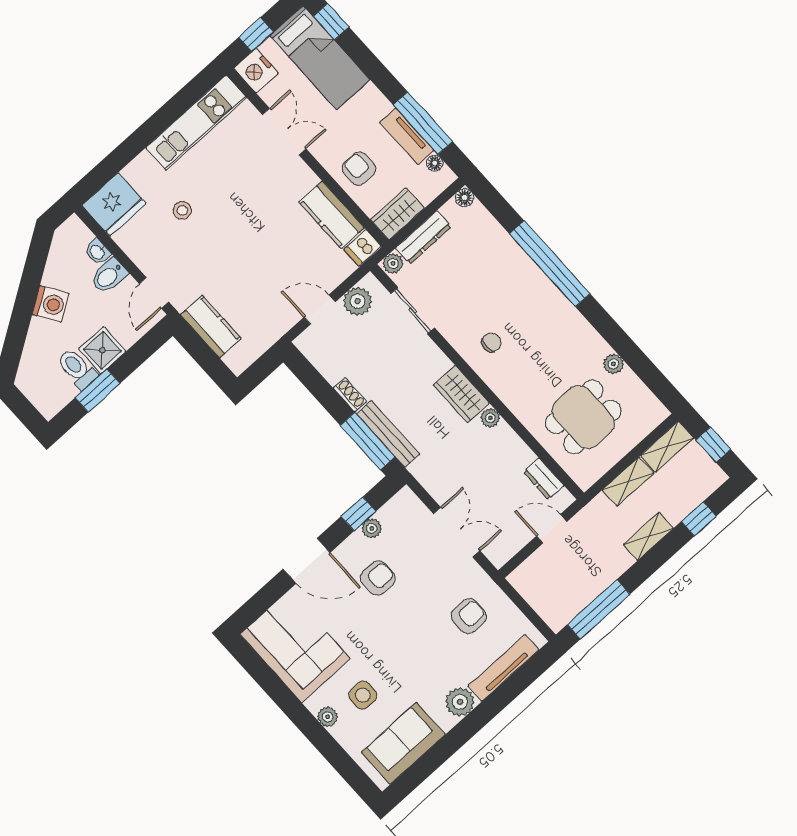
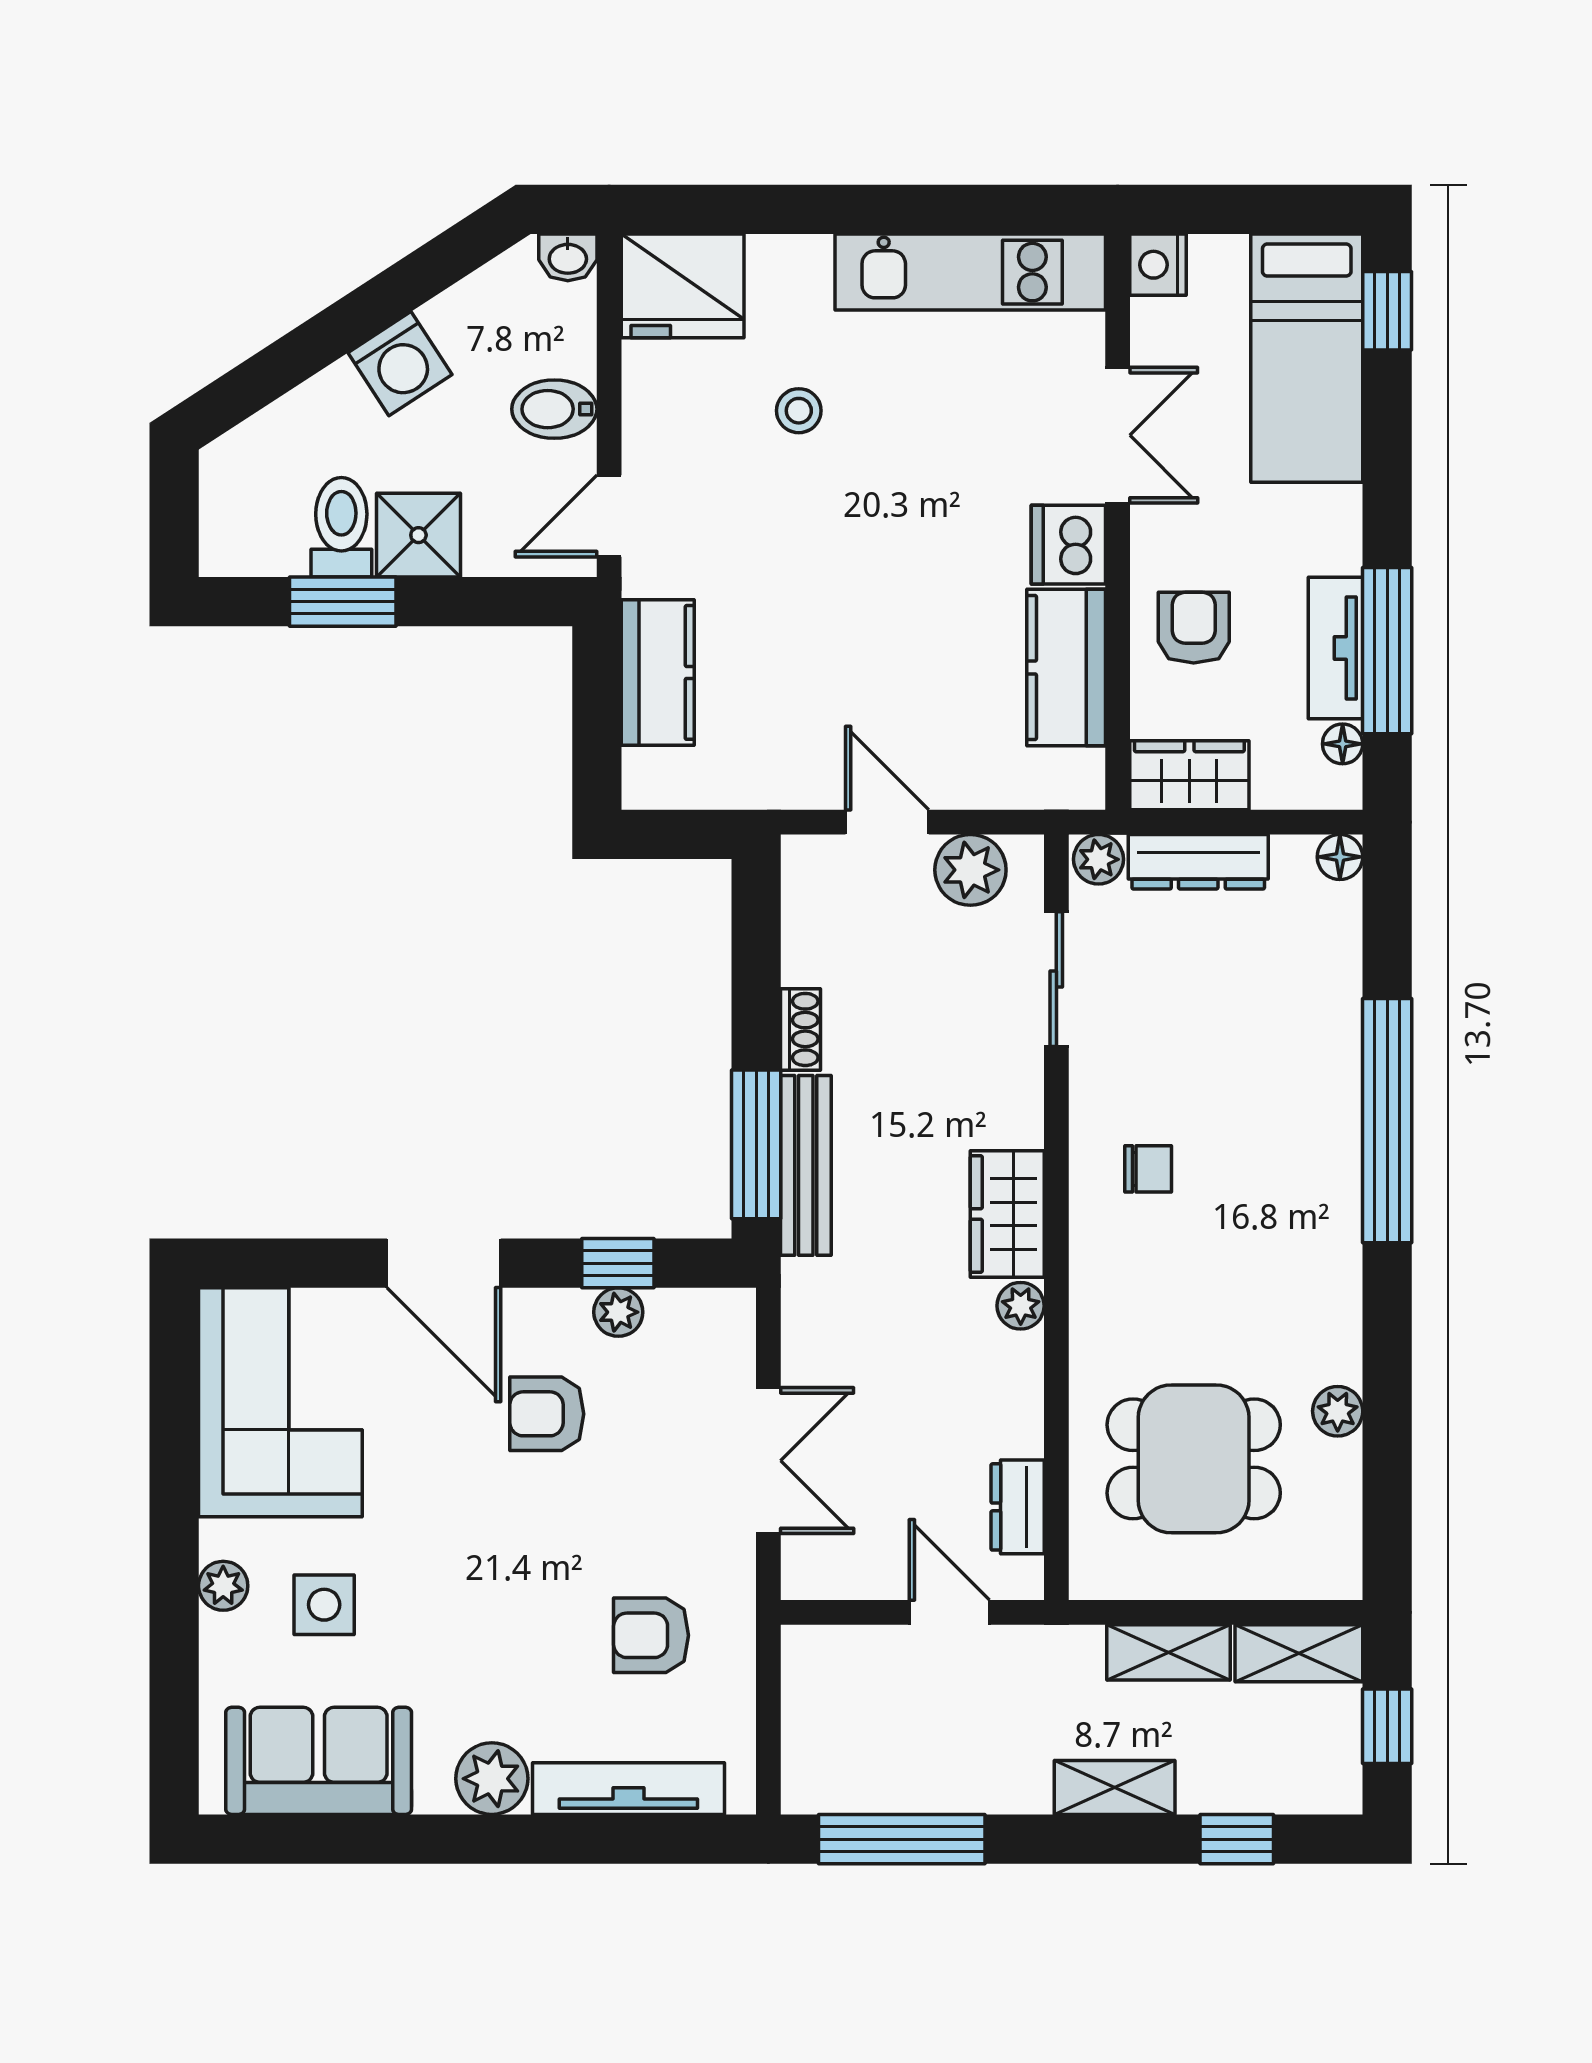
window: (256, 35) -> (1227, 209), removed
nightstand: (256, 71) -> (1158, 265), width x0.74, depth x0.75
dishwasher: (362, 248) -> (1068, 545), moved, width x1.38
washbasin: (98, 252) -> (568, 257), moved, turned -90
armchair: (378, 578) -> (547, 1414), turned 180
armchair: (469, 616) -> (651, 1635), turned 180

